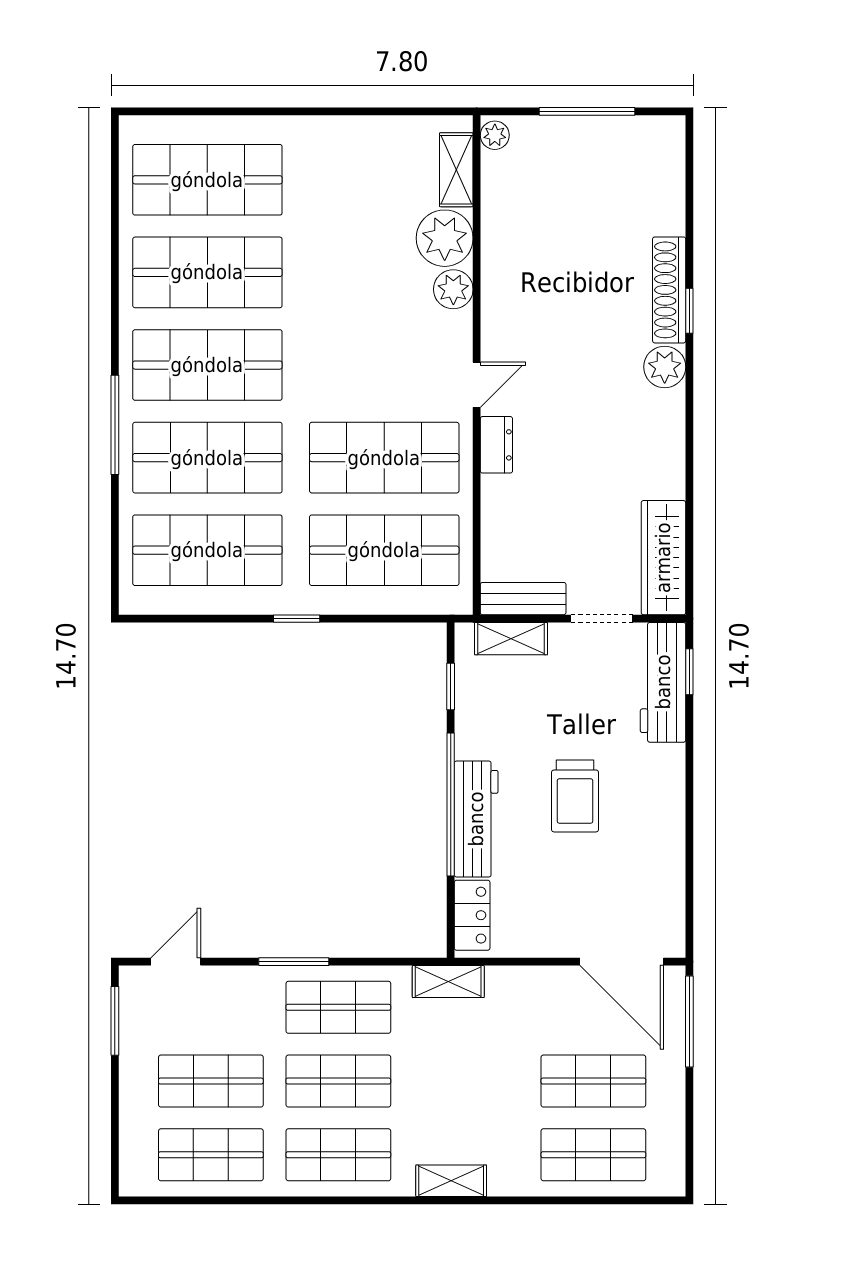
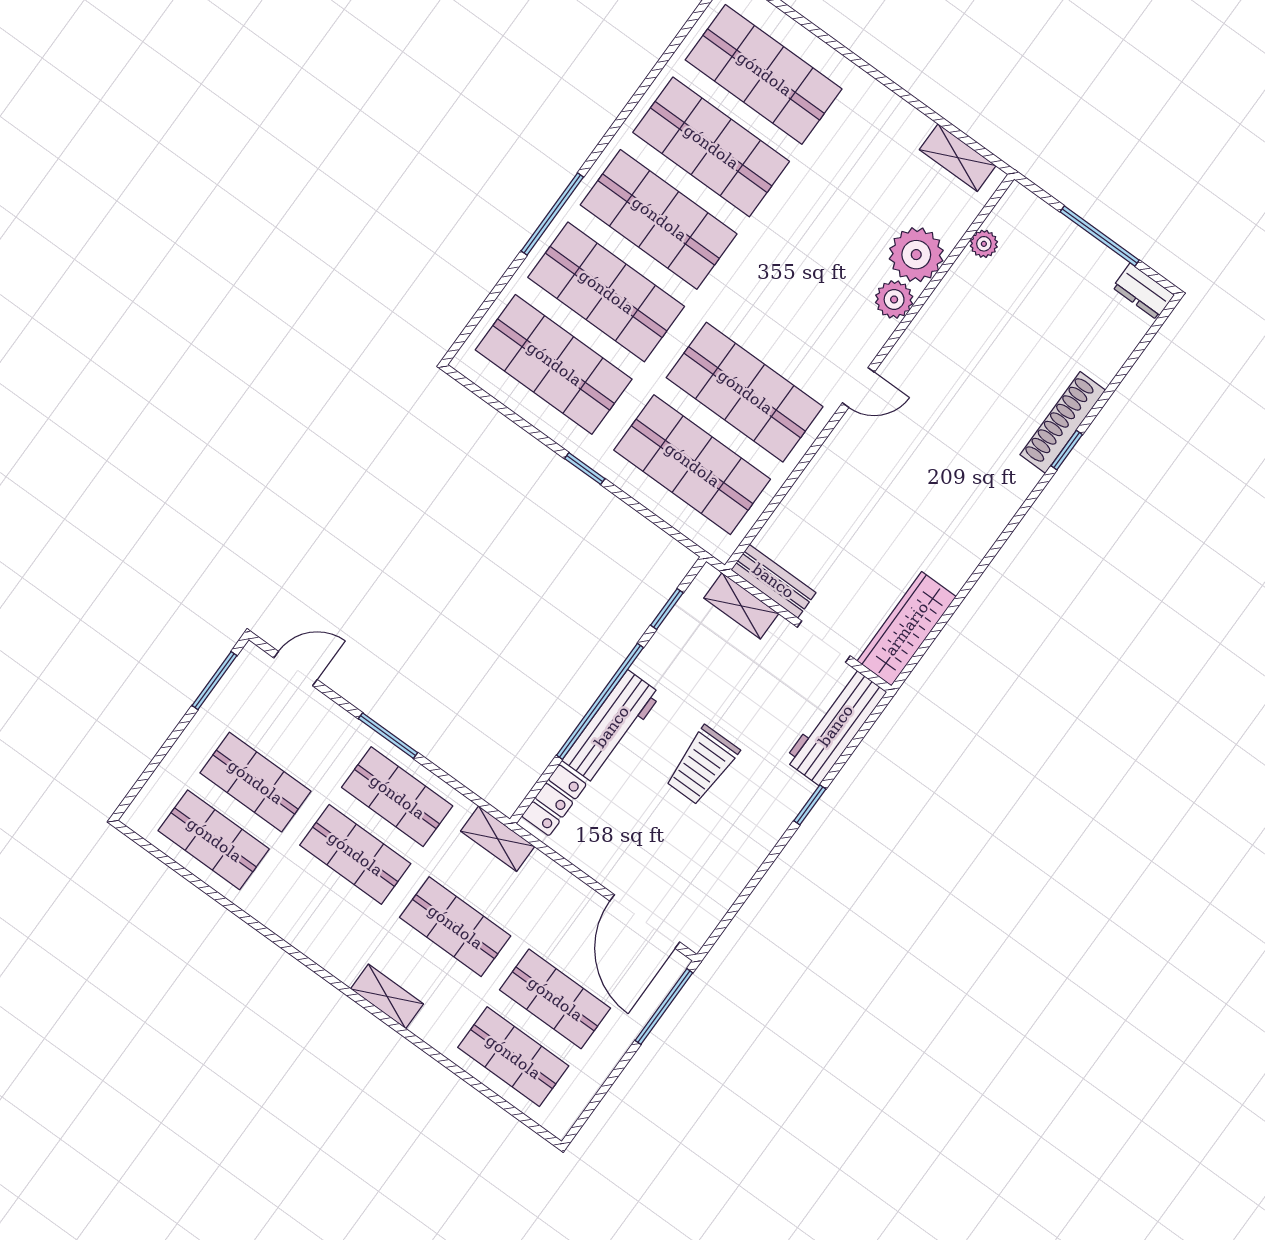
plant: (495, 135) -> (984, 244), moved
shelving: (456, 170) -> (958, 158), moved, turned 90
plant: (665, 367) -> (1016, 480), removed
dresser: (496, 445) -> (1143, 291), moved, turned 90
window: (689, 672) -> (810, 805), moved
shop shelf: (338, 1155) -> (455, 927), moved

